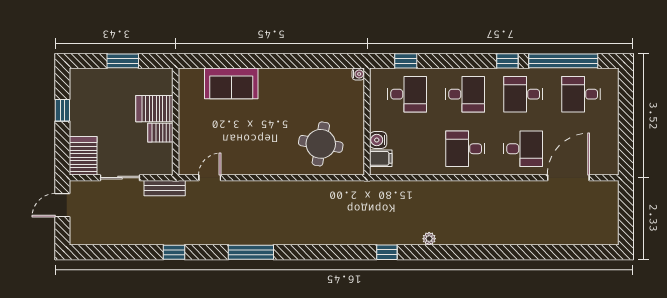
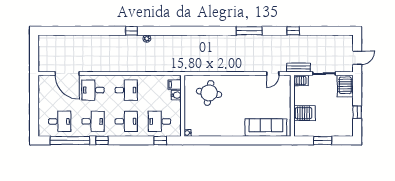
sofa: (231, 83) -> (266, 128), width x1.36
desk: (465, 94) -> (126, 121), turned 180
server rack: (160, 133) -> (301, 80), moved
door: (568, 178) -> (67, 74), hinge flipped
window: (387, 252) -> (132, 31), moved

